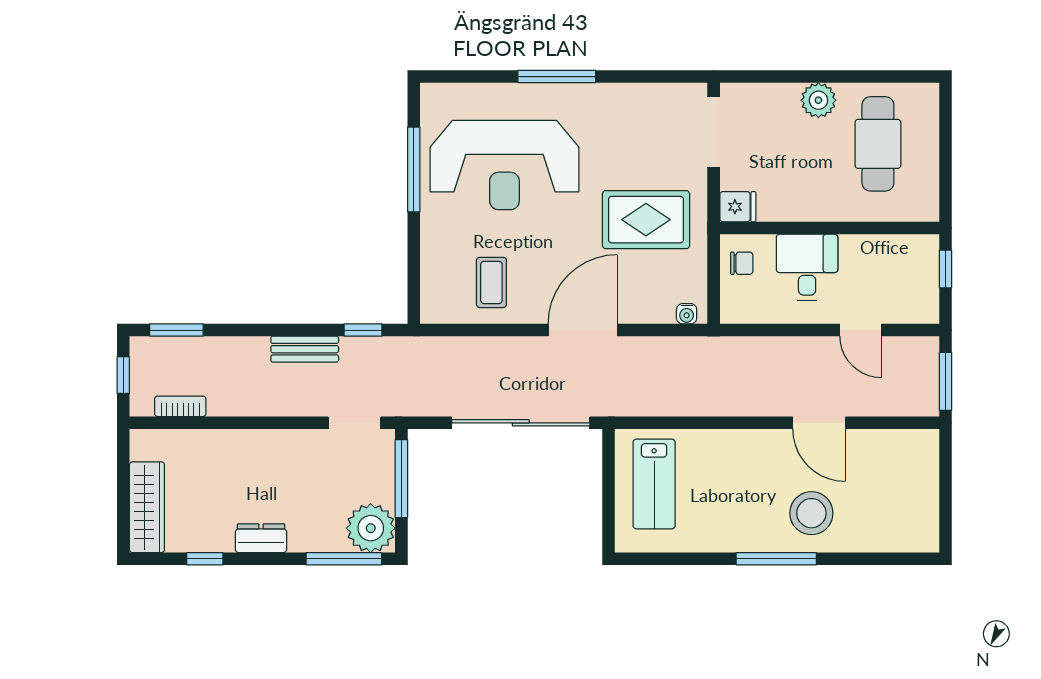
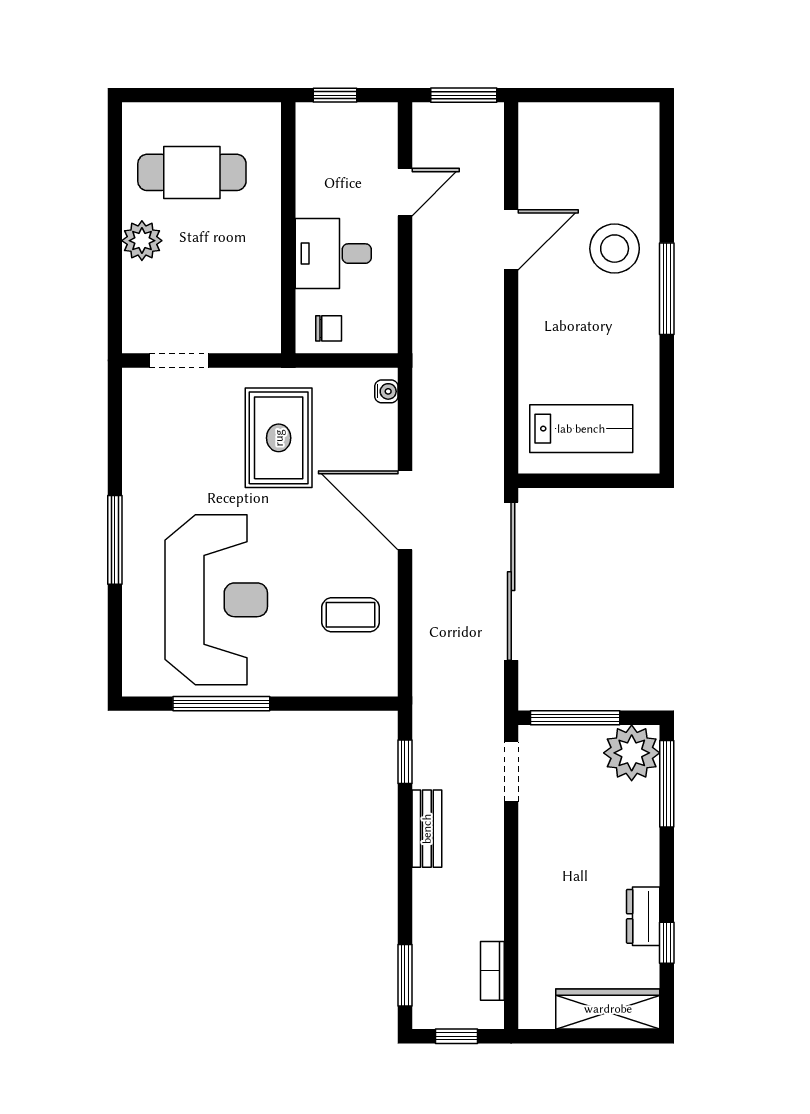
doorway: (714, 132) -> (179, 360), width x0.73
fridge: (738, 207) -> (264, 333), removed
chair: (742, 263) -> (329, 328), turned 90
dresser: (261, 538) -> (643, 916), moved

